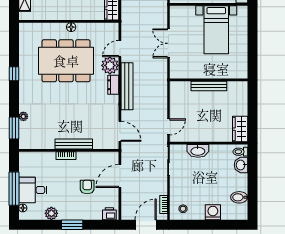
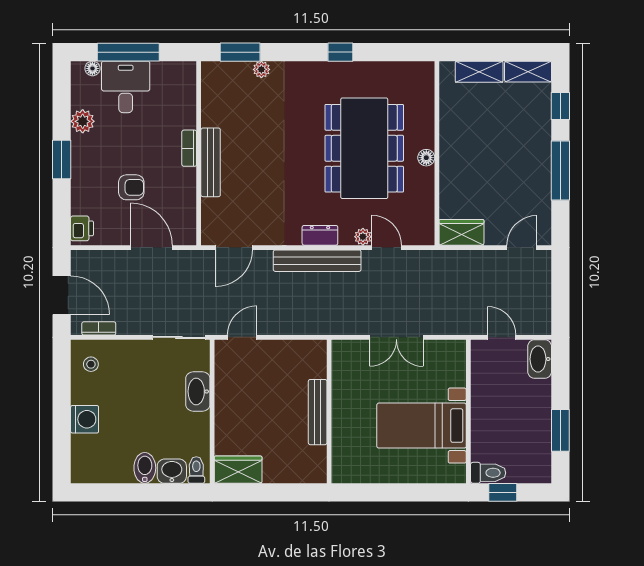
double door: (168, 43) -> (396, 337), swing flipped
plant: (110, 65) -> (363, 237), width x0.53, depth x0.53
door: (168, 127) -> (242, 337), swing flipped
bidet: (239, 197) -> (145, 468), moved

